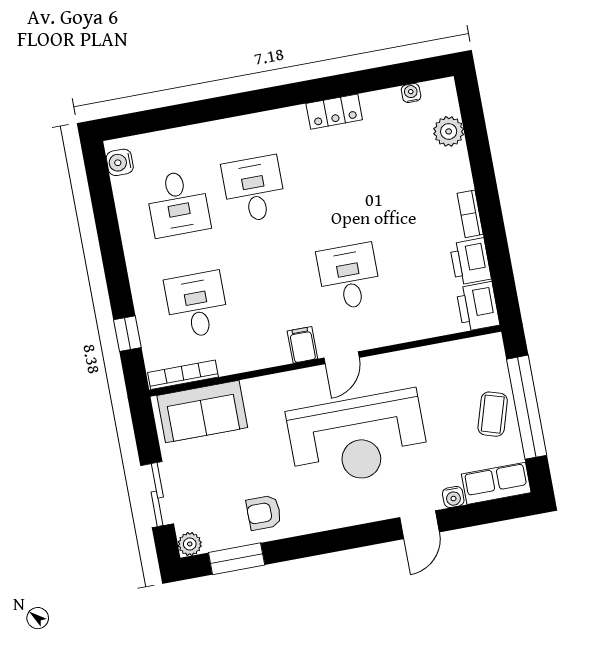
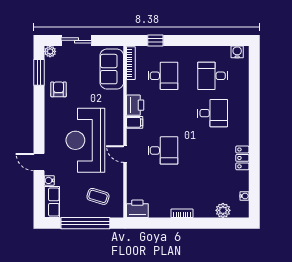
printer: (470, 261) -> (135, 105), moved, turned 90
door: (342, 358) -> (125, 154), moved
coffee table: (493, 414) -> (98, 196), moved

